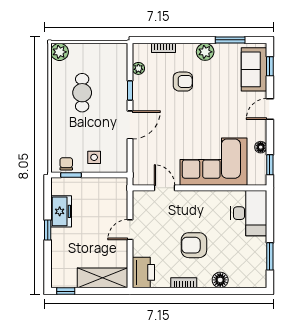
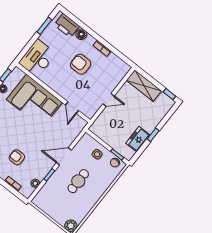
cafe table: (82, 93) -> (78, 181), moved
armchair: (194, 245) -> (81, 64), turned 180
printer: (143, 272) -> (67, 26), moved, turned -90

